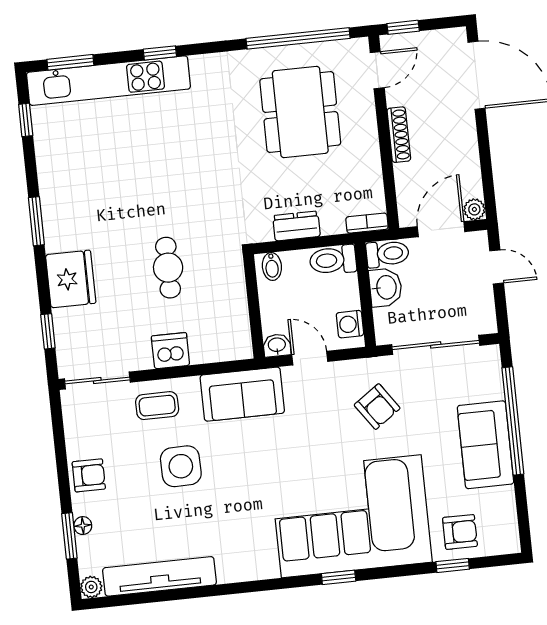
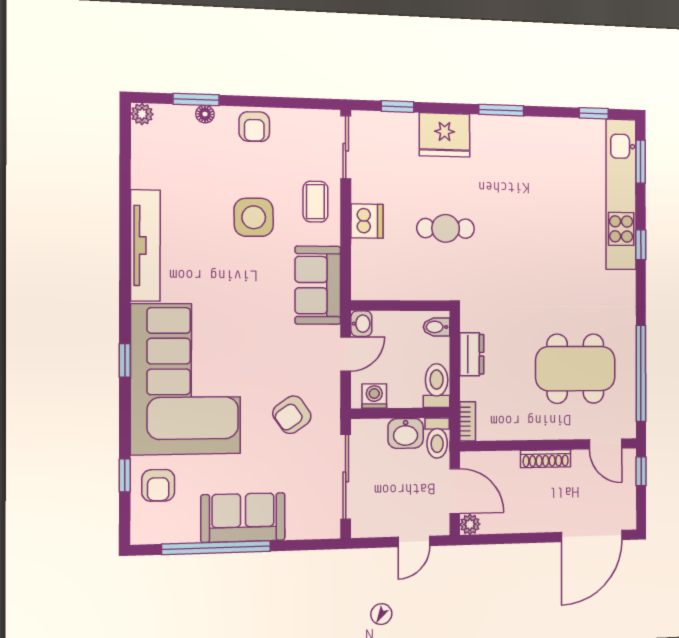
window: (513, 421) -> (216, 548), moved
tv unit: (160, 576) -> (145, 246), moved

